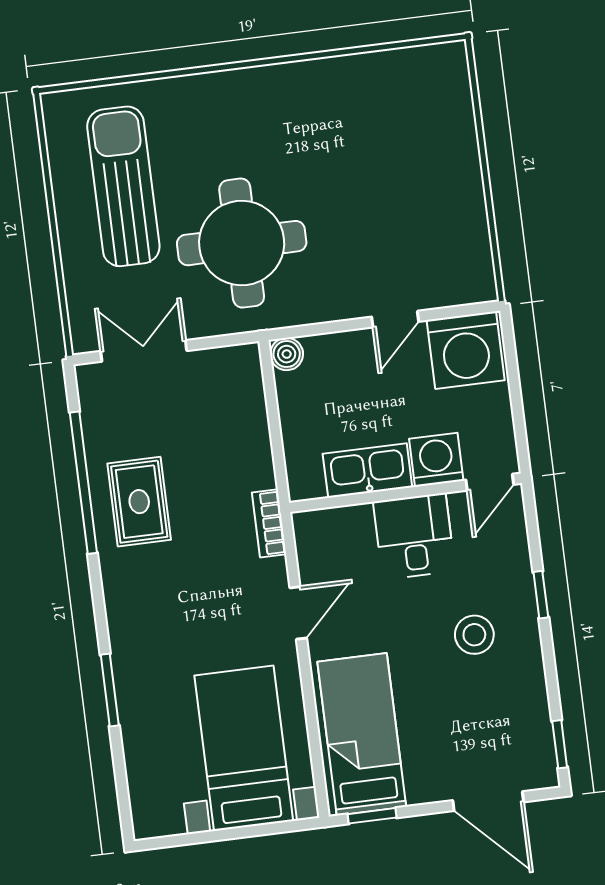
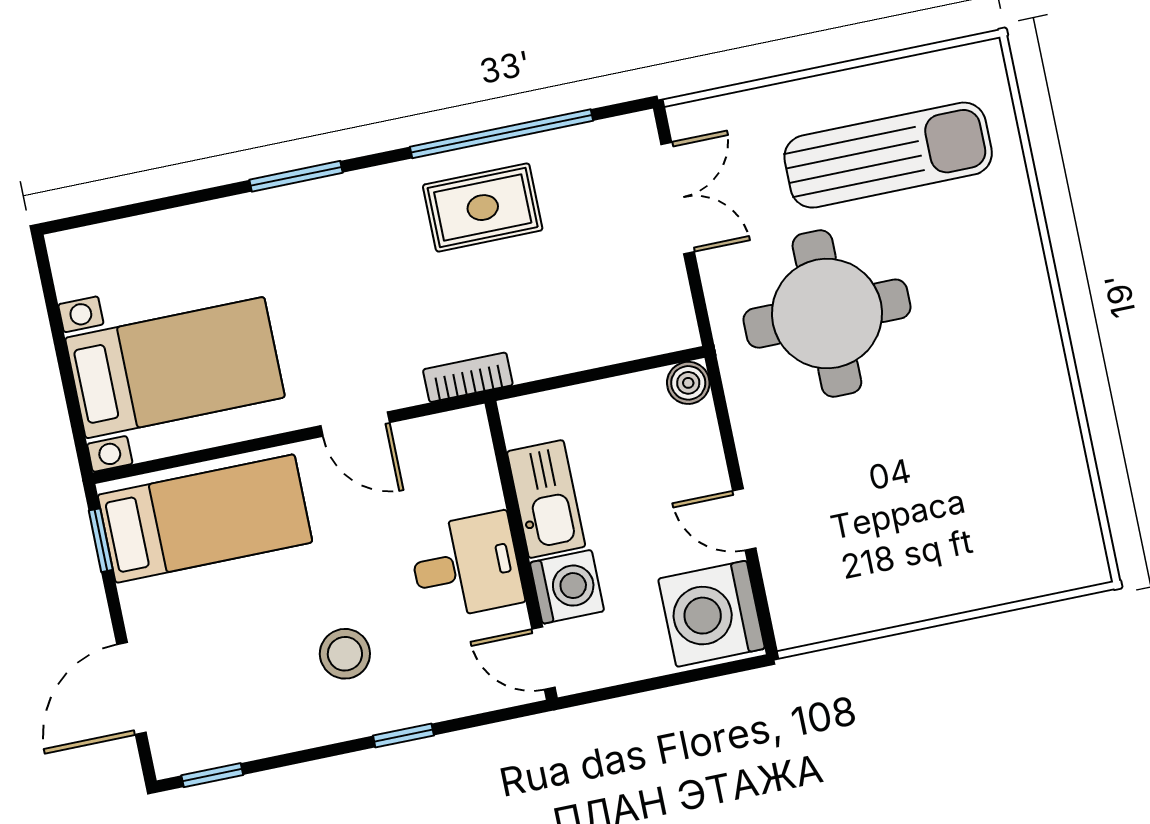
window: (110, 690) -> (296, 176), moved

